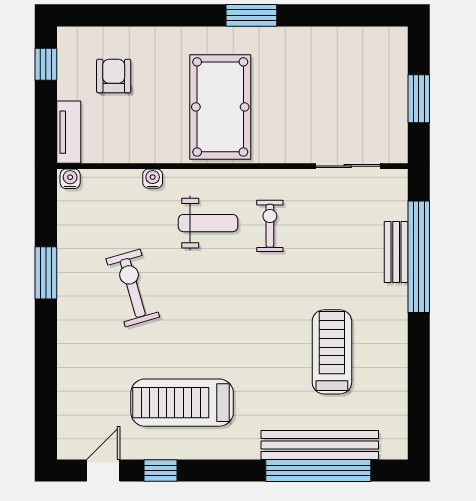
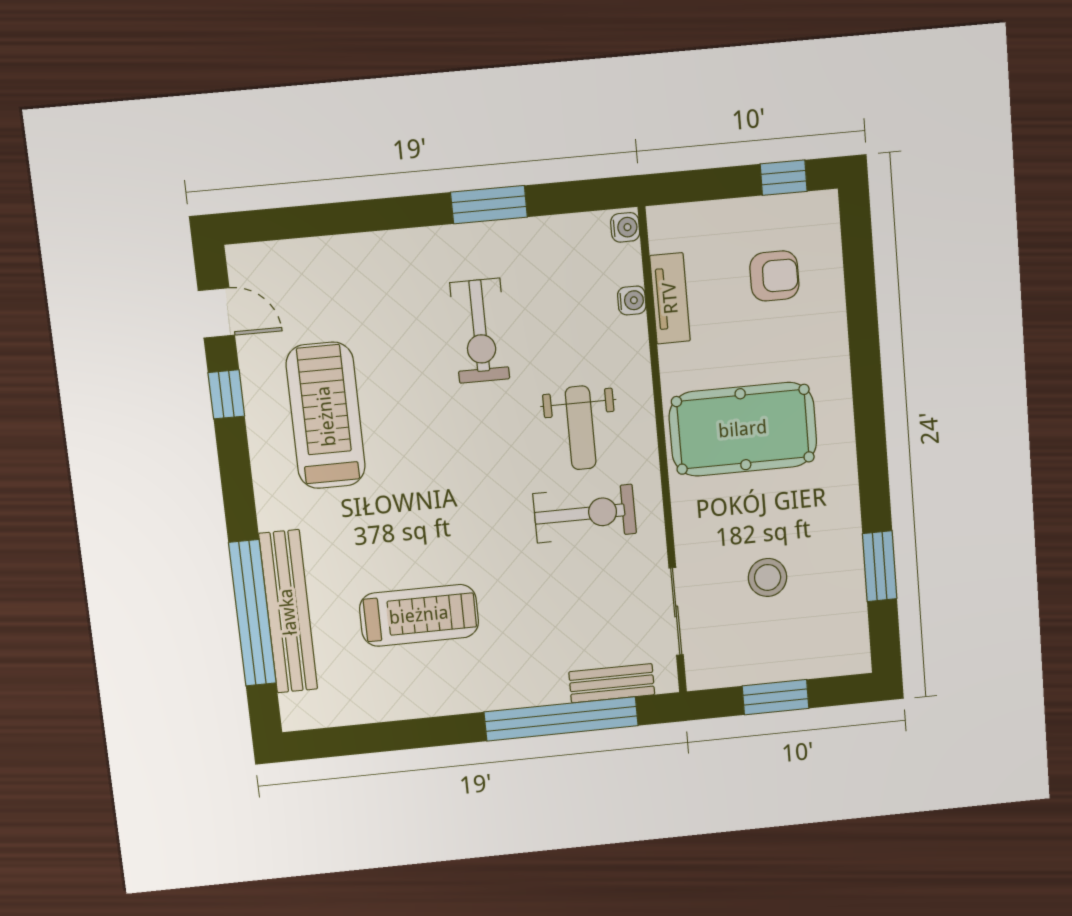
window: (251, 15) -> (880, 566), moved
stool: (329, 98) -> (768, 577), added
tv unit: (69, 132) -> (670, 298), moved, turned -90
water cooler: (153, 179) -> (632, 300), moved
exercise bike: (270, 226) -> (585, 514), width x1.38, depth x1.39
bench: (396, 252) -> (612, 683), moved
exercise bike: (133, 288) -> (480, 331), turned 106

